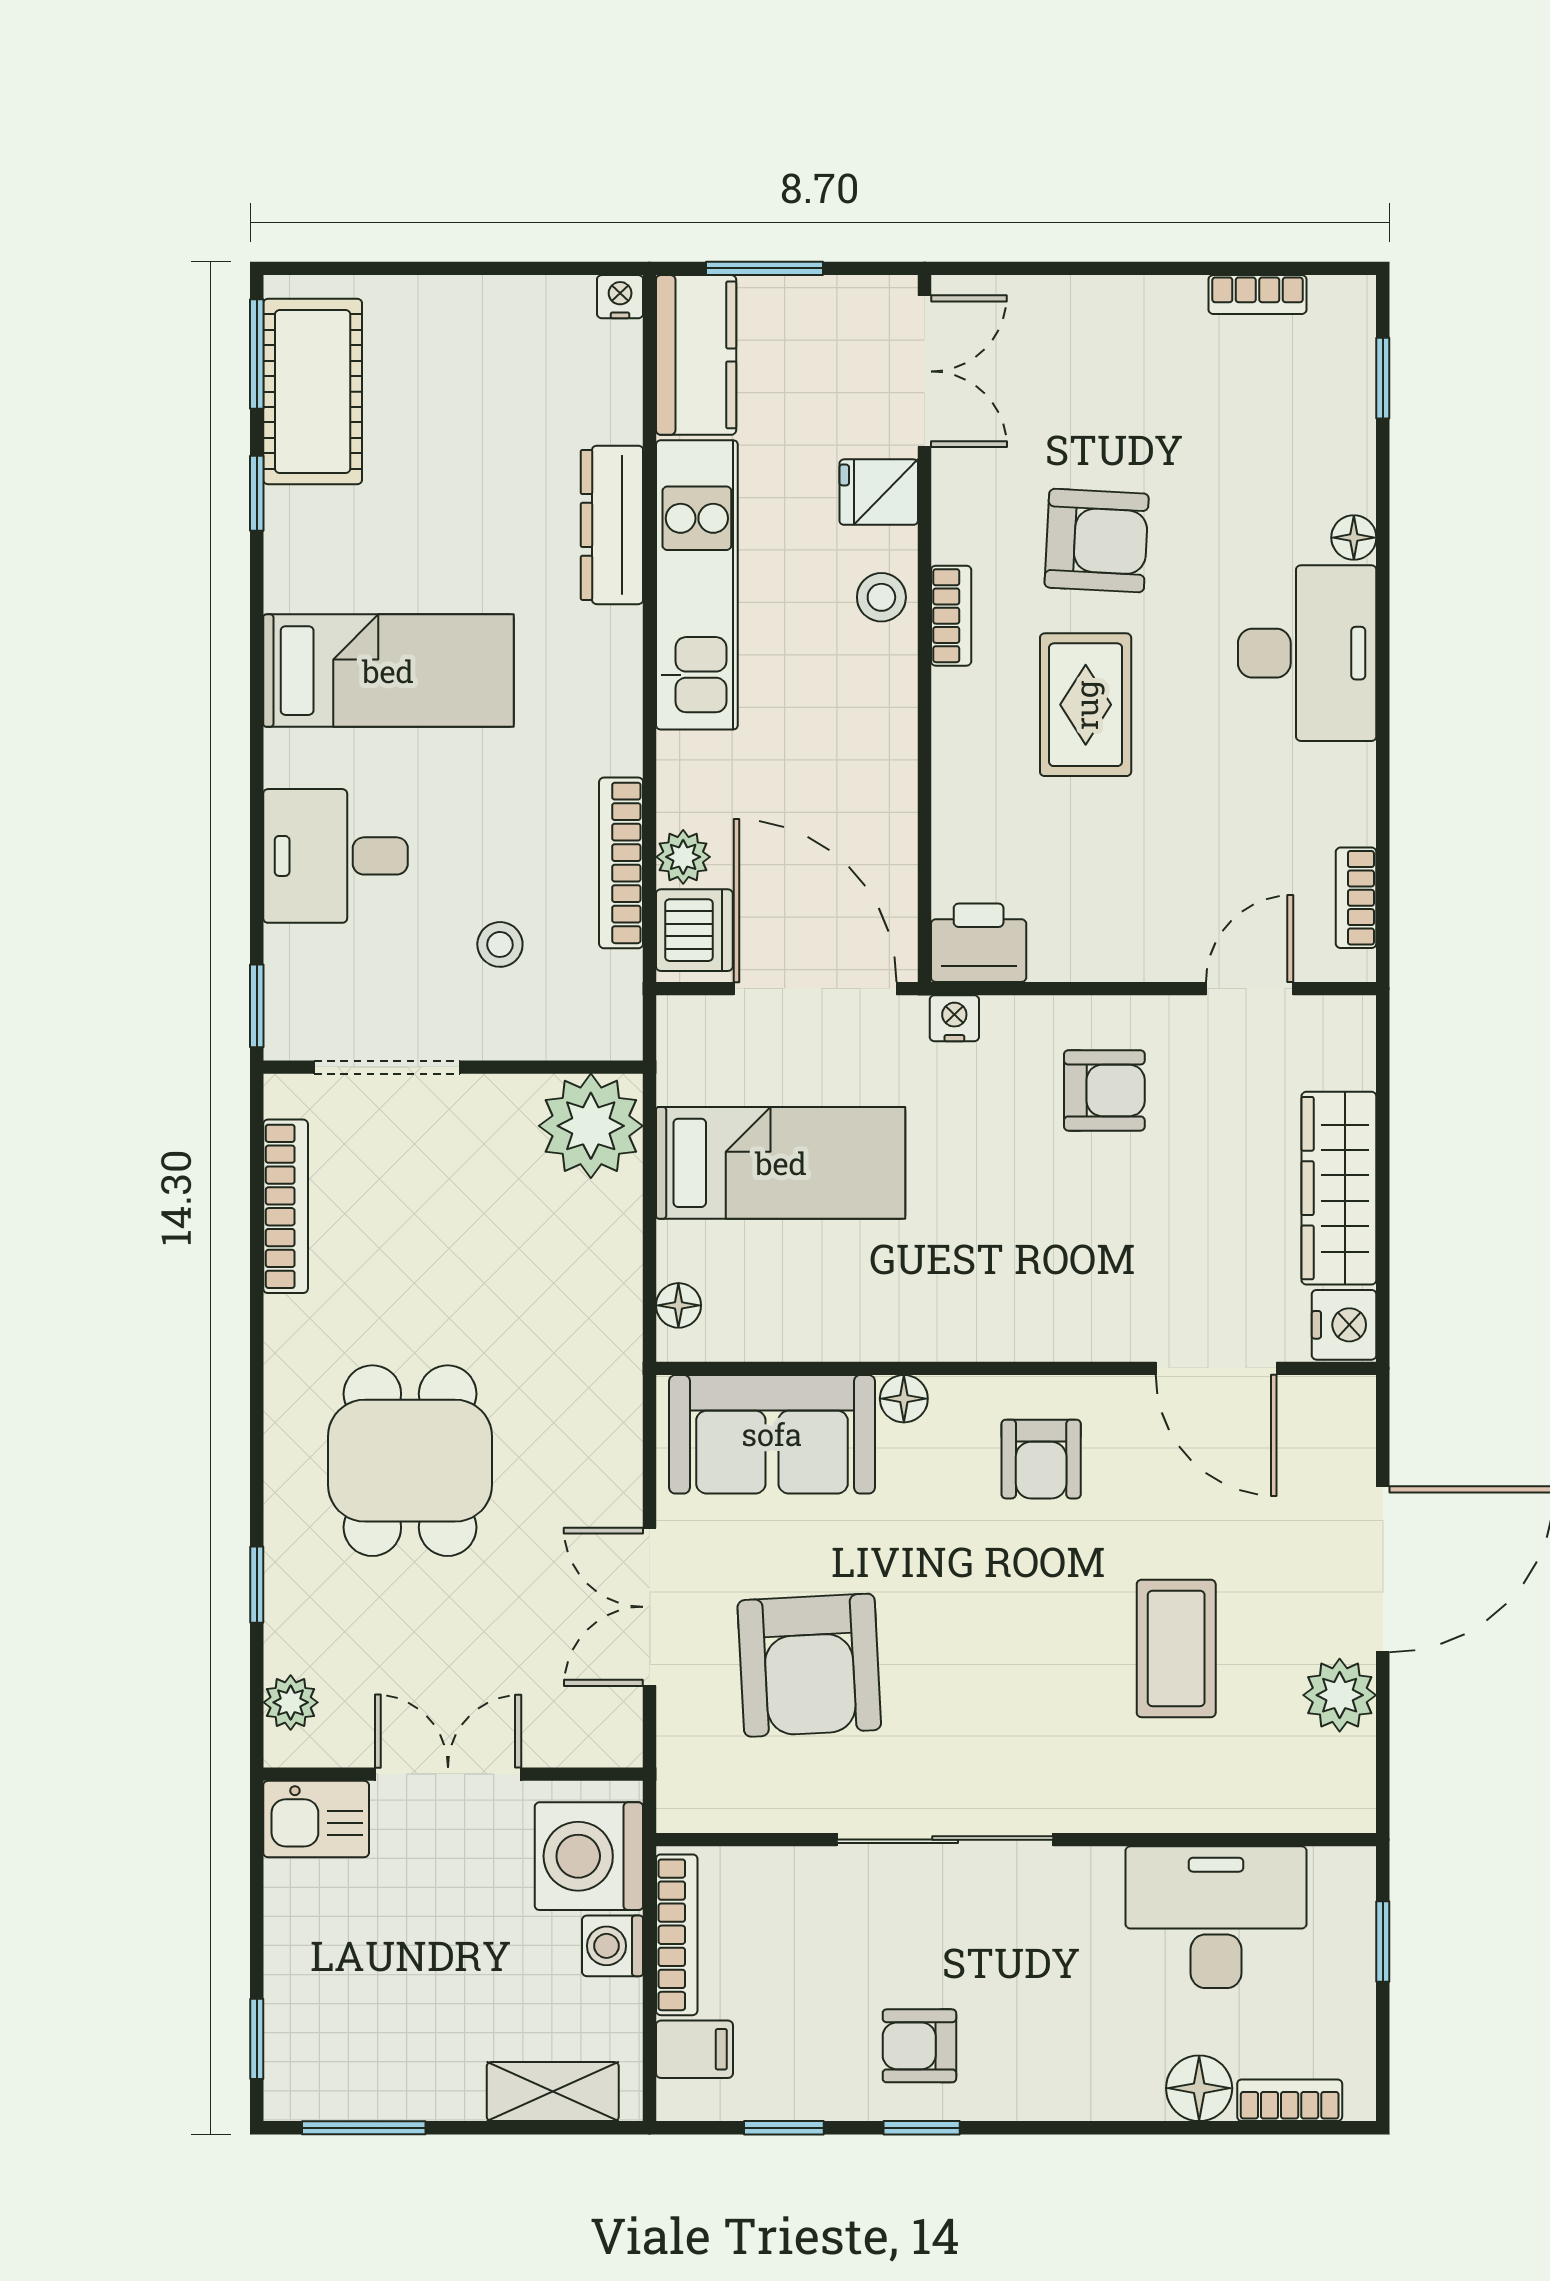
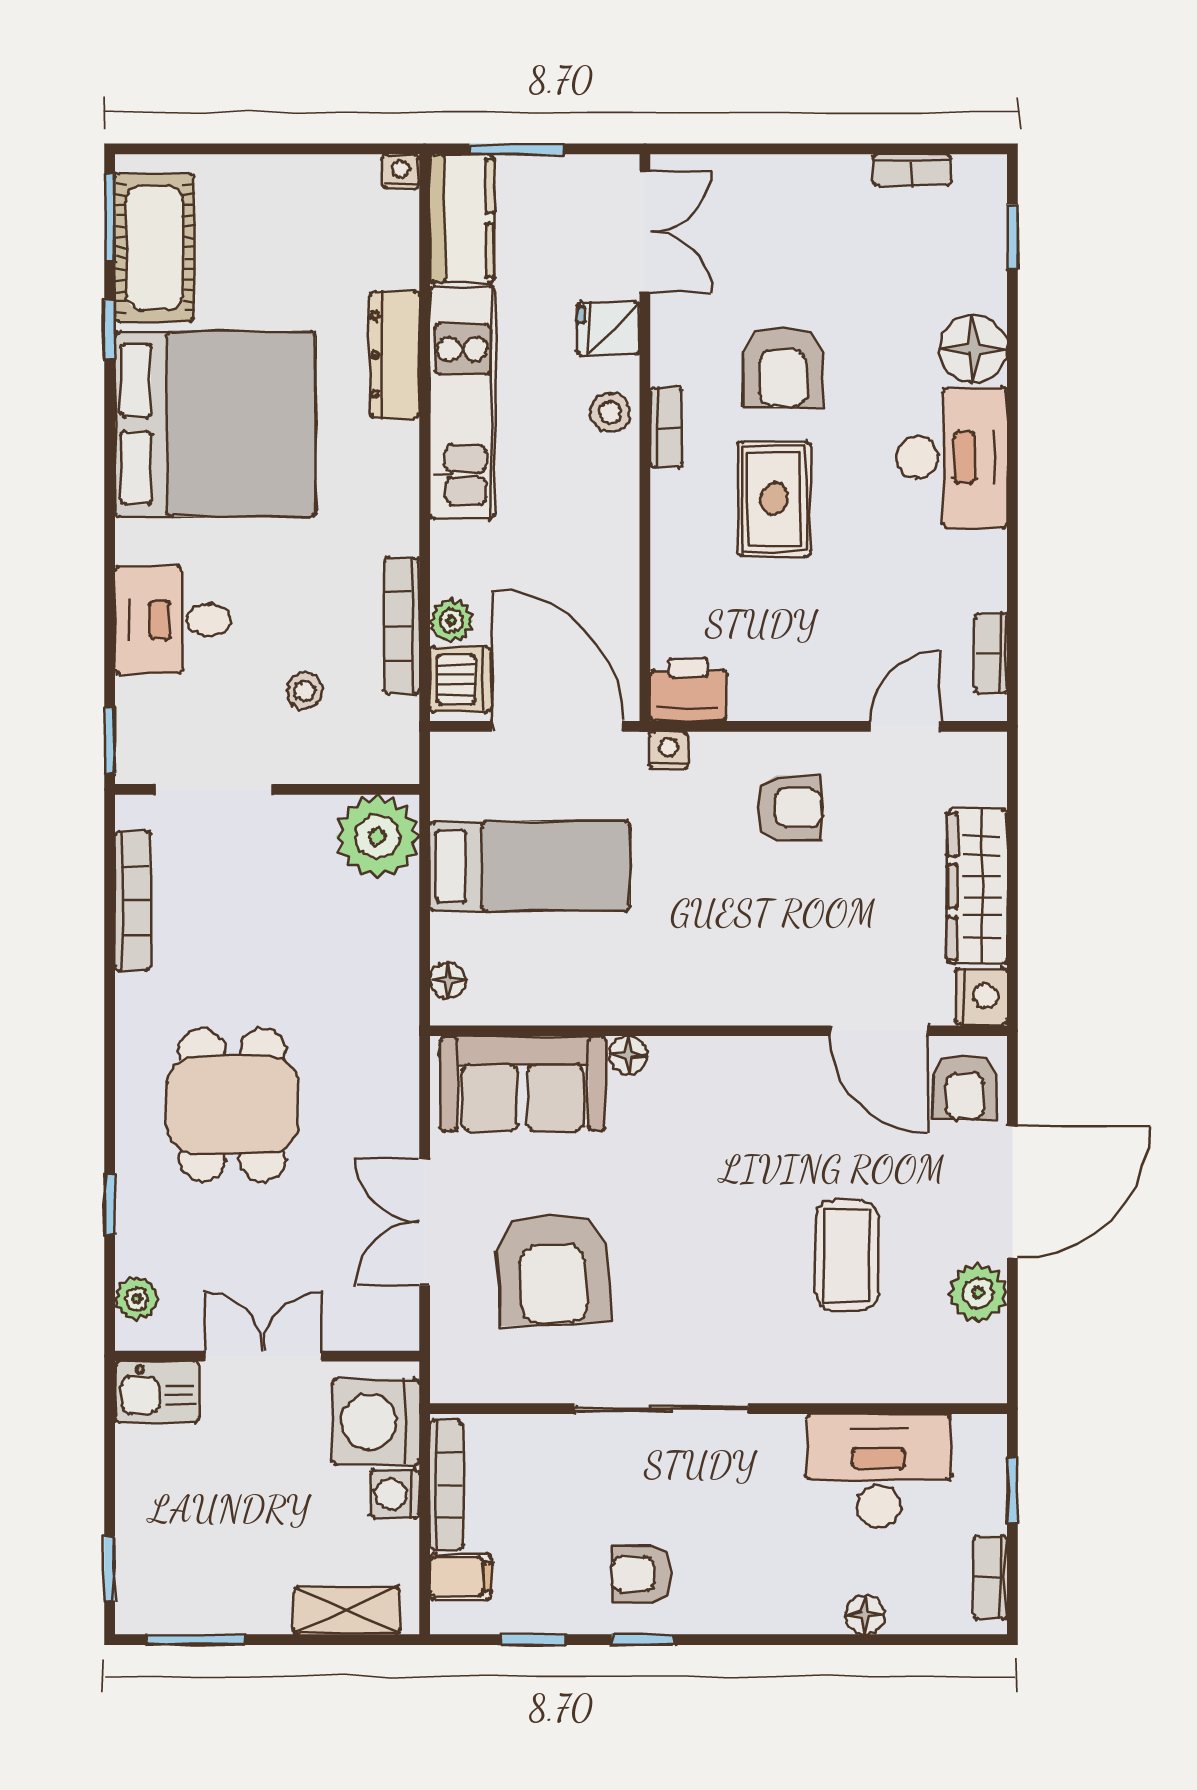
floor lamp: (1354, 538) -> (973, 349), width x1.89, depth x1.89
armchair: (1097, 541) -> (783, 367), turned 87
bed: (388, 671) -> (215, 424), width x2.04
armchair: (1041, 1459) -> (965, 1087), moved
floor lamp: (1199, 2088) -> (865, 1615), width x0.73, depth x0.73
bookcase: (1290, 2100) -> (990, 1577), moved, turned -90

